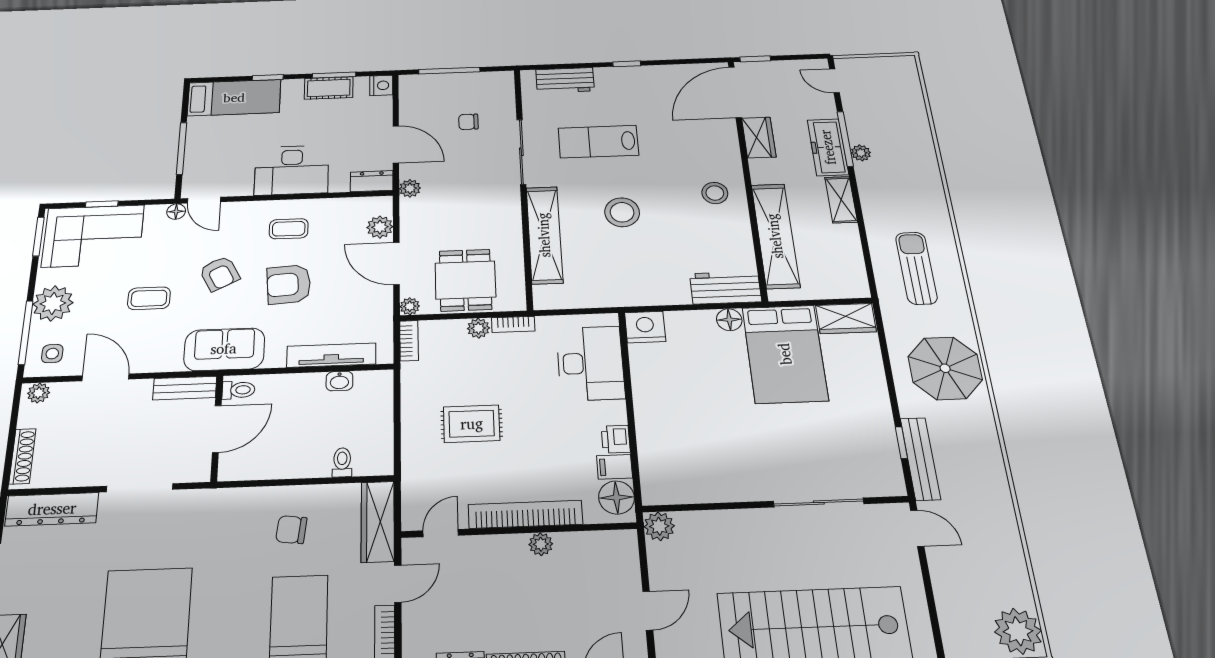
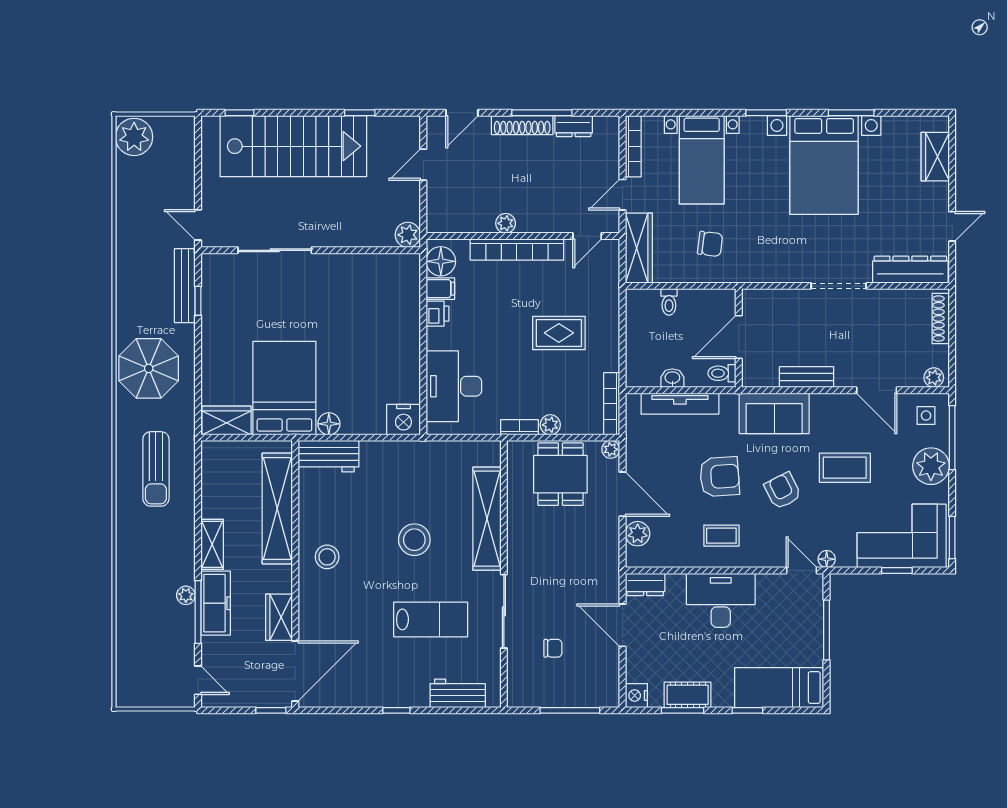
plant: (410, 188) -> (610, 575), removed
coffee table: (149, 298) -> (845, 468), width x1.36, depth x1.30
bookcase: (409, 341) -> (612, 404), width x1.56
toilet: (238, 390) -> (722, 373), moved
wall: (217, 428) -> (739, 338), moved
door: (217, 429) -> (739, 337), moved

